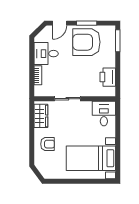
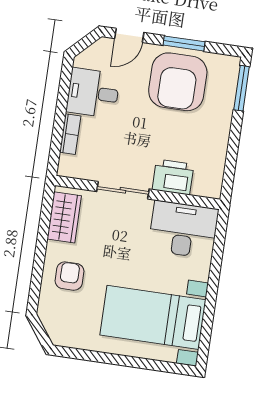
armchair: (86, 42) -> (178, 82), turned -90
printer: (108, 77) -> (173, 177), moved, turned 90
desk: (104, 114) -> (183, 230), width x1.37
armchair: (48, 144) -> (69, 276), turned -90

